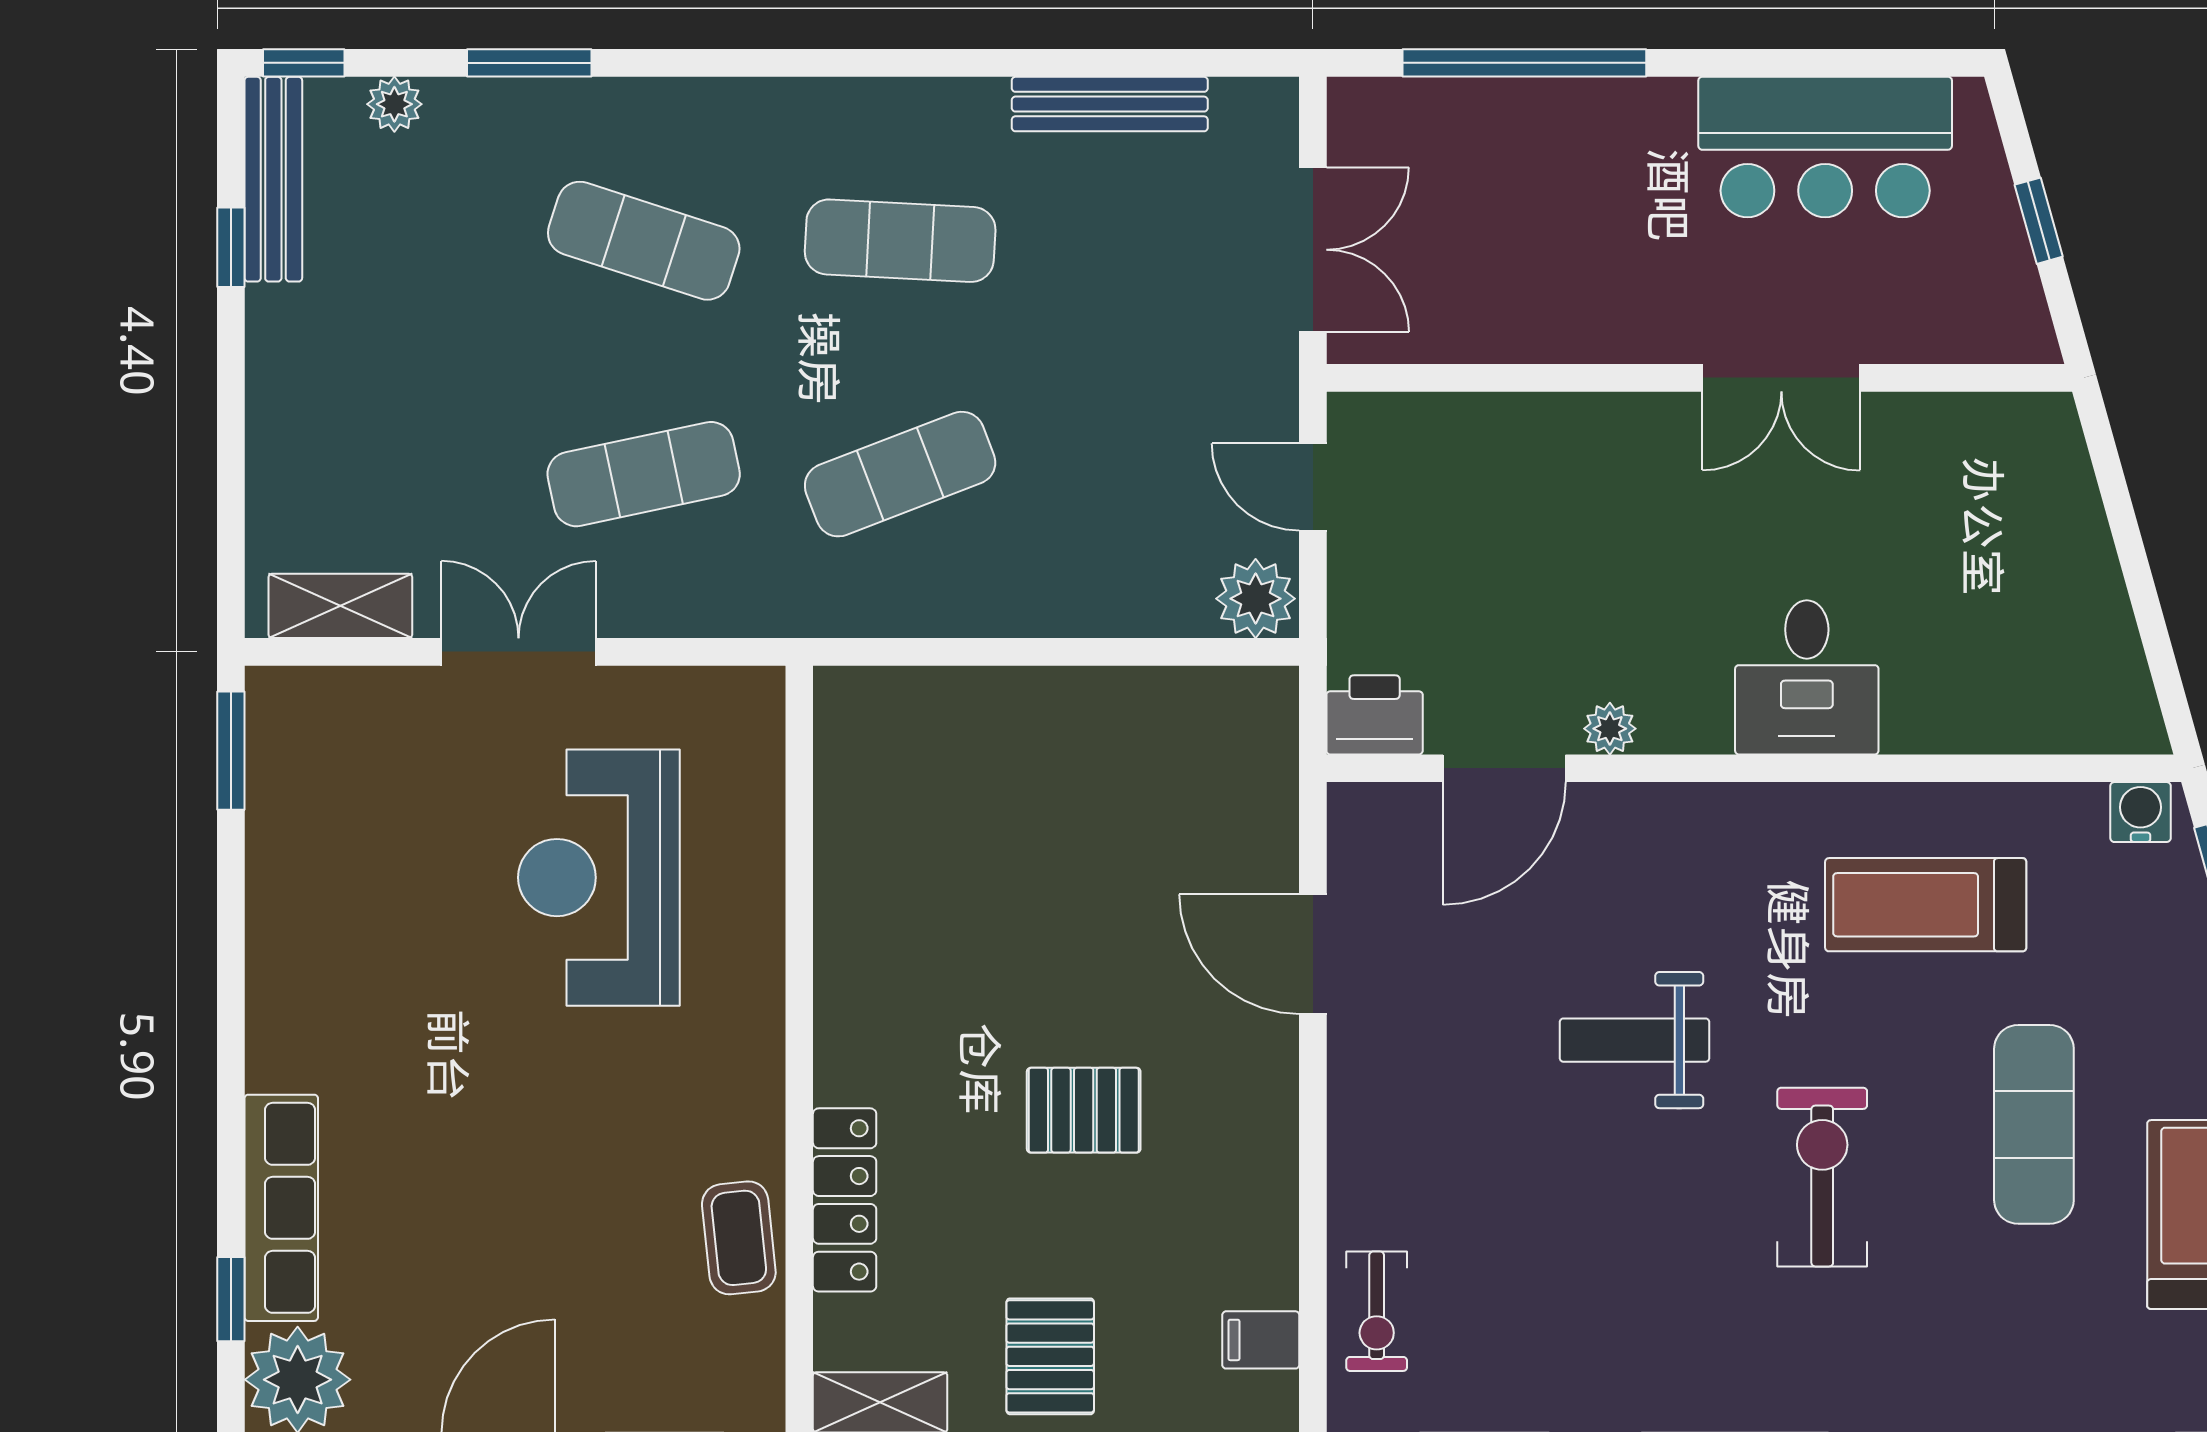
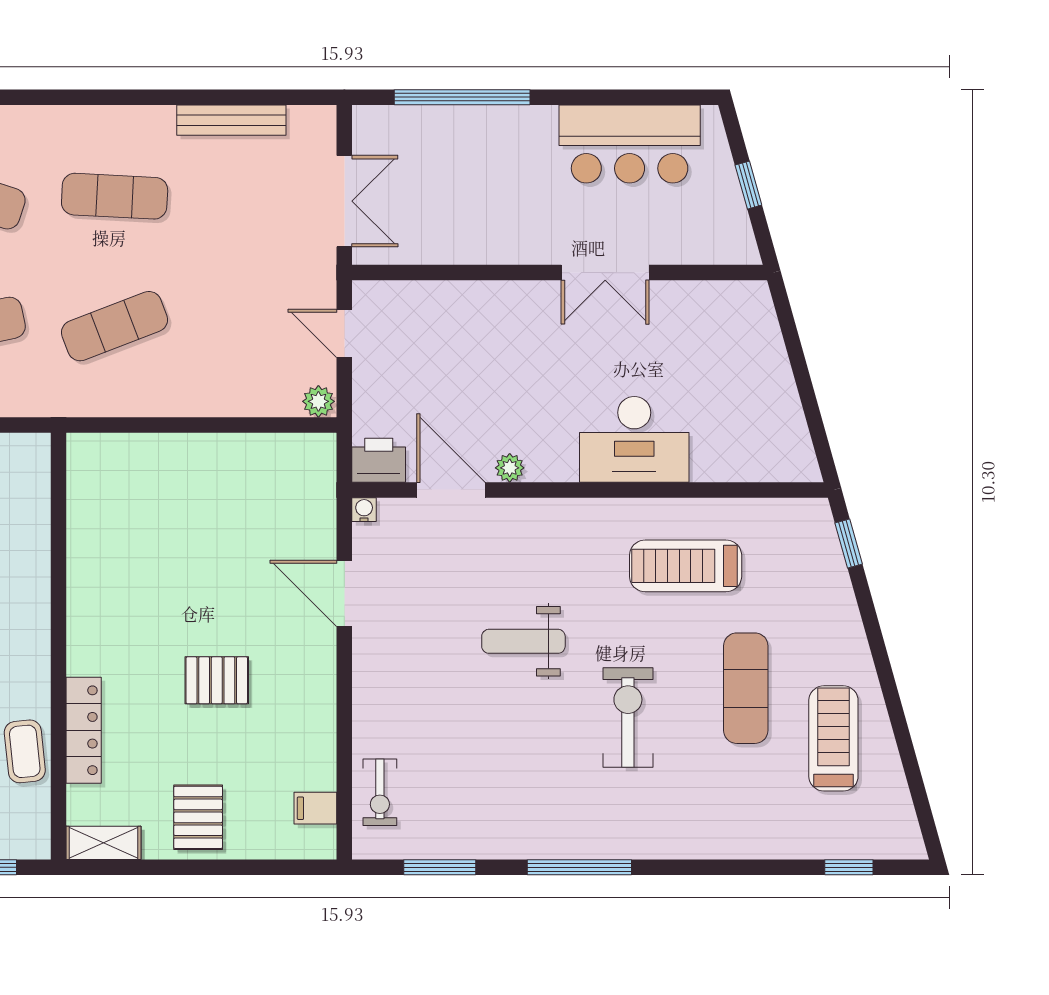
plant: (1256, 599) -> (318, 401), width x0.73, depth x0.73
desk: (1807, 677) -> (634, 439), width x1.37
door: (1504, 768) -> (451, 490), swing flipped
water cooler: (2141, 812) -> (364, 510), moved, width x0.72, depth x0.72

